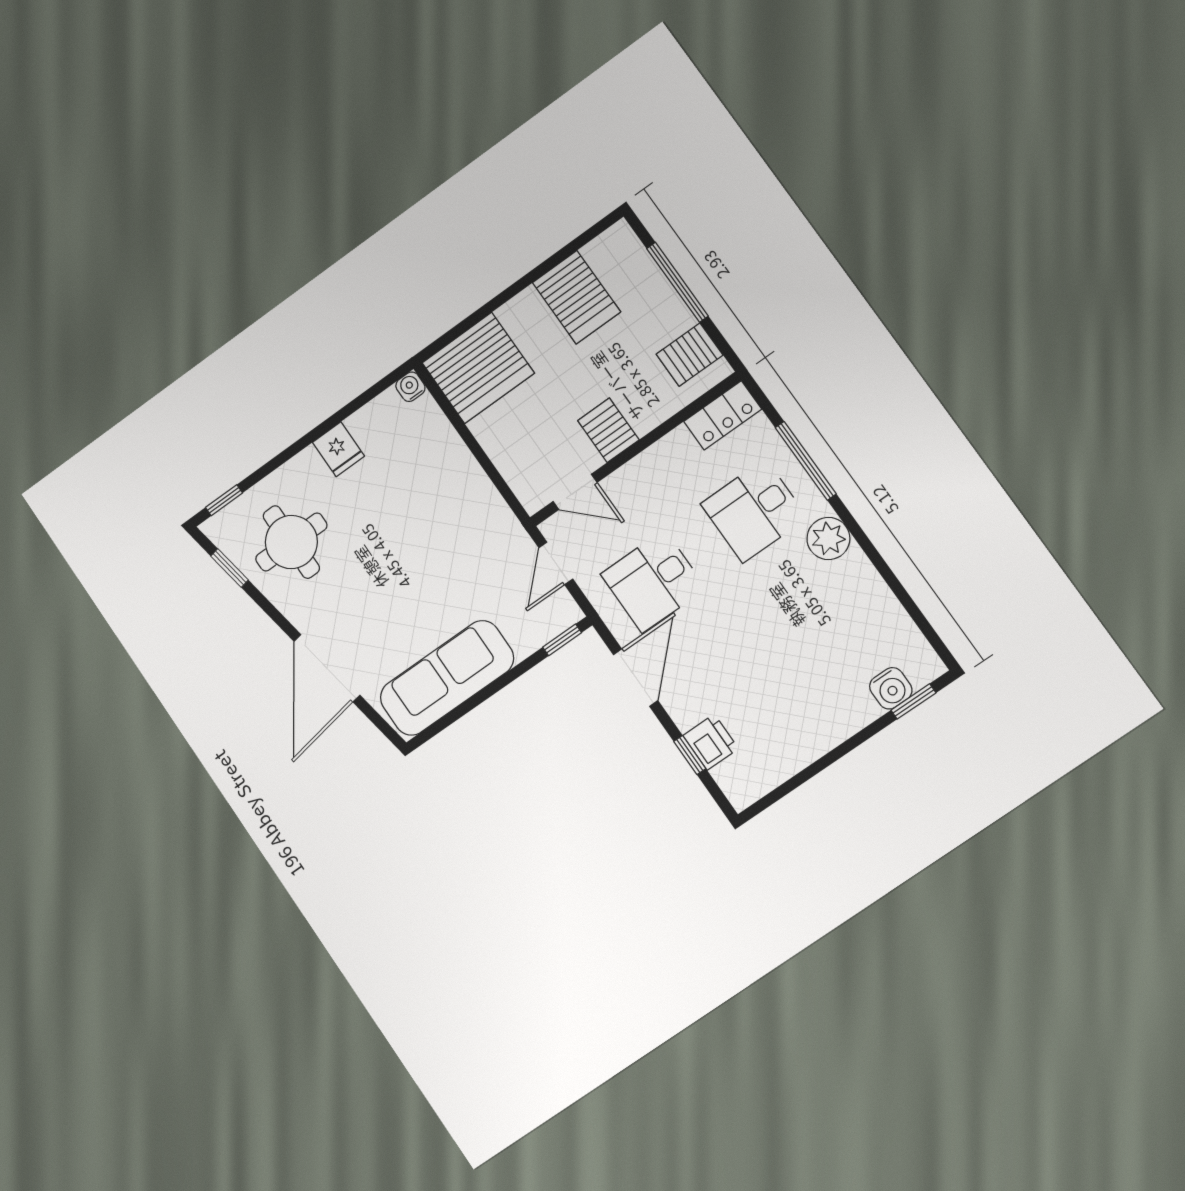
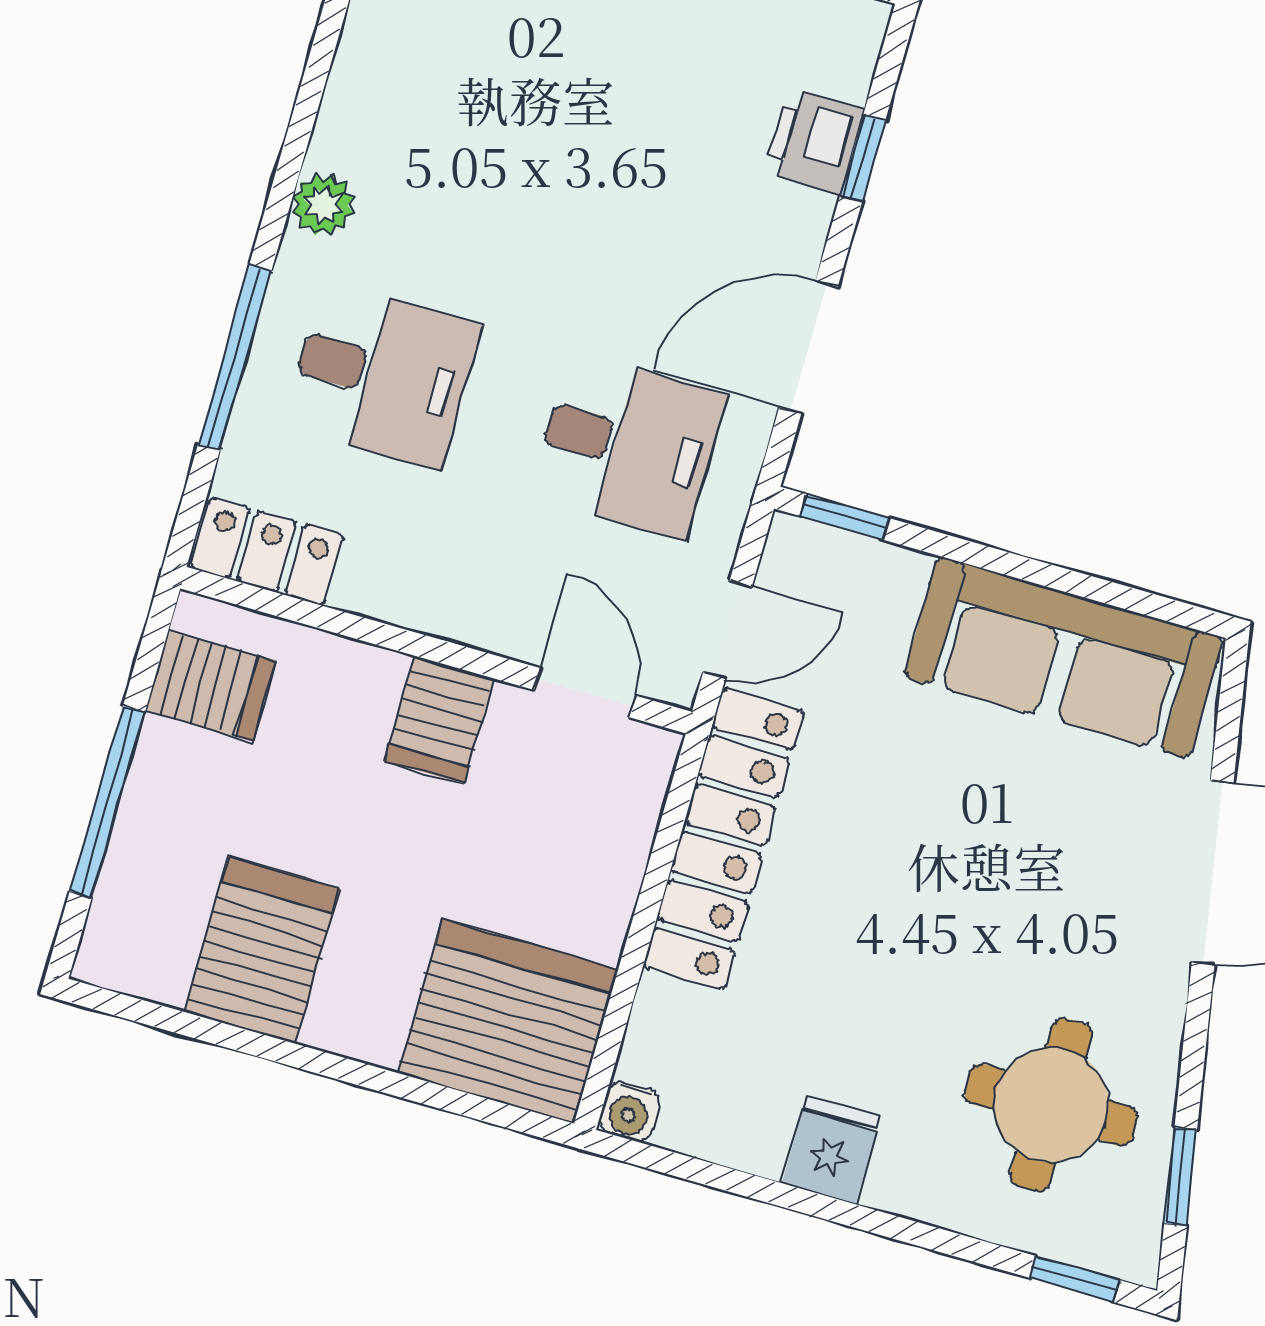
locker: (481, 500) -> (723, 839), added
plant: (828, 539) -> (323, 205), width x0.73, depth x0.73

